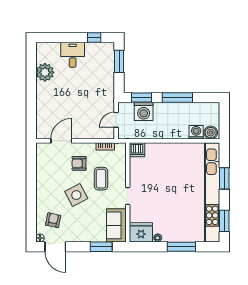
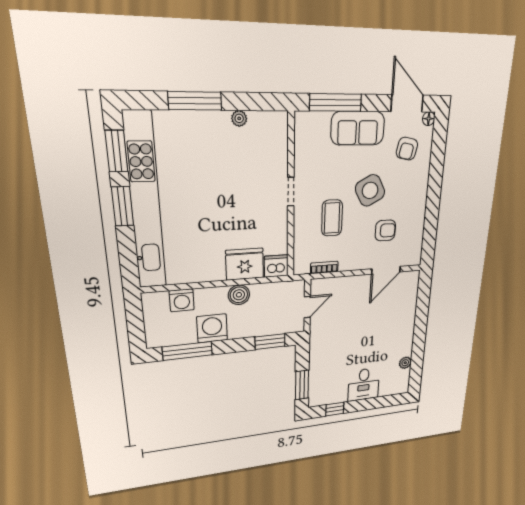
plant: (45, 72) -> (405, 363), width x0.53, depth x0.53
window: (177, 98) -> (187, 351), moved
washing machine: (144, 111) -> (212, 328), moved
boiler: (211, 133) -> (239, 295), moved
armchair: (79, 163) -> (385, 230), moved
window: (224, 178) -> (123, 206), moved
sofa: (116, 225) -> (358, 128), moved, turned 90
fridge: (141, 232) -> (245, 264), moved, turned 180
window: (101, 247) -> (336, 102), width x1.44

